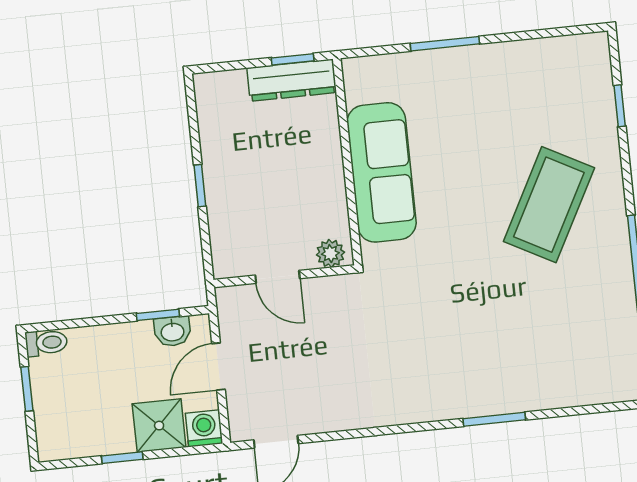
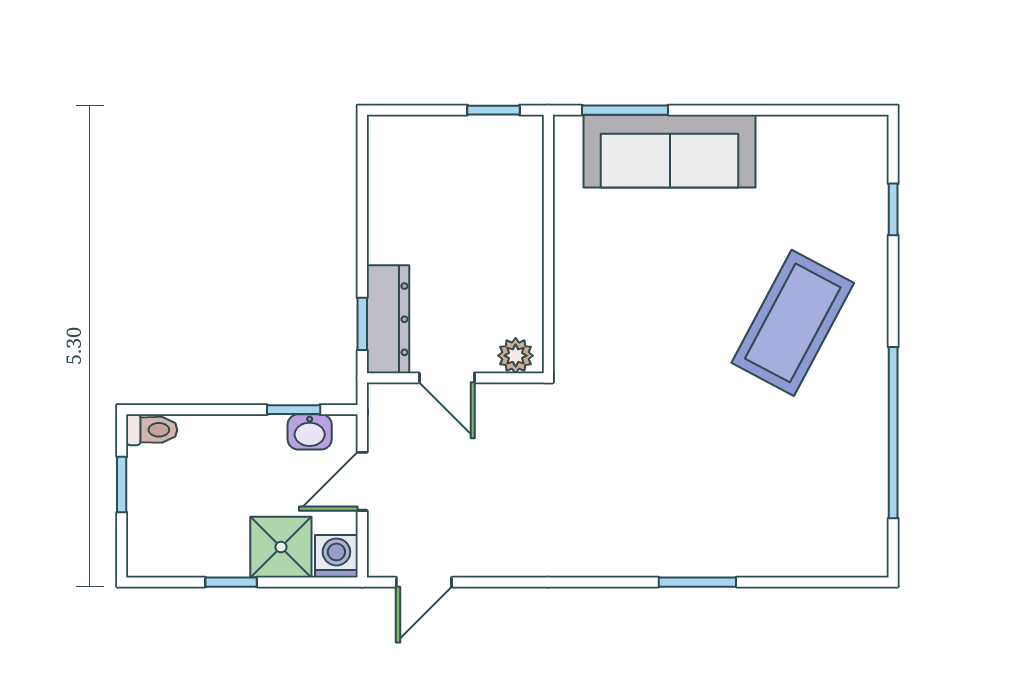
window: (445, 44) -> (625, 110), moved
dresser: (292, 80) -> (388, 319), moved, turned -90
sofa: (382, 172) -> (670, 151), moved, turned 90
window: (200, 186) -> (362, 324), moved

